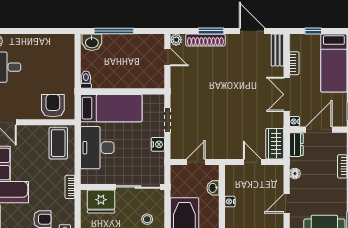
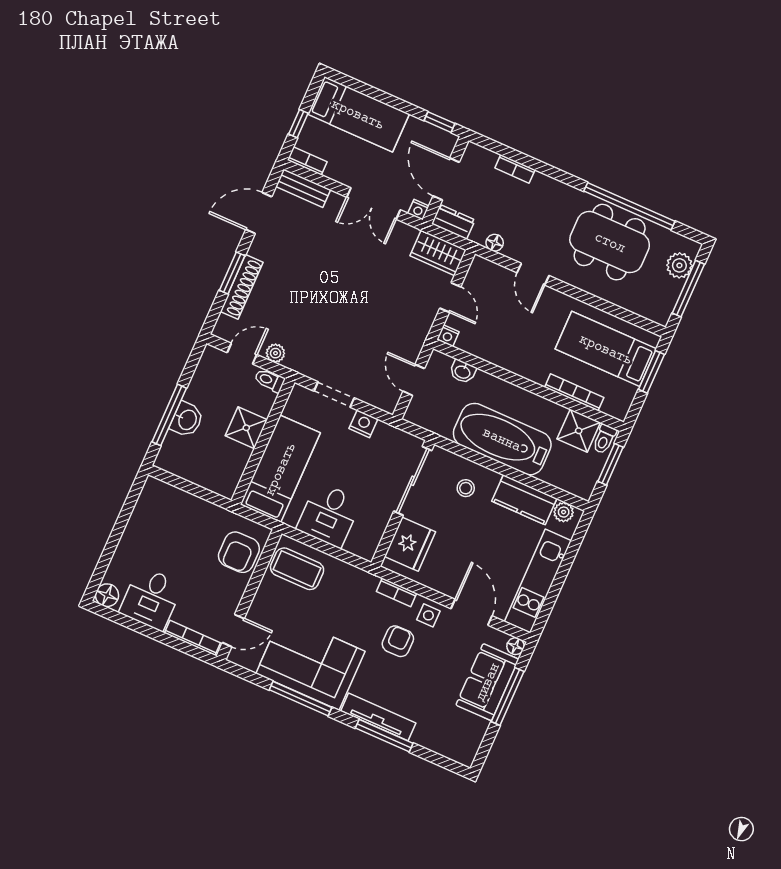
plant: (176, 40) -> (275, 353), moved
washbasin: (92, 42) -> (187, 420), moved
bookcase: (294, 63) -> (307, 161), moved
shower: (126, 78) -> (246, 428), added
toilet: (86, 80) -> (270, 380), moved
armchair: (53, 106) -> (239, 552), turned -90
desk: (97, 148) -> (329, 515), width x0.73
door: (252, 162) -> (450, 298), swing flipped
bookcase: (70, 187) -> (397, 592), moved
nightstand: (230, 202) -> (448, 336), moved

